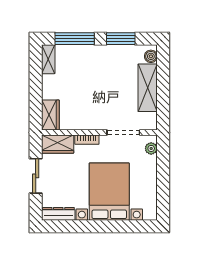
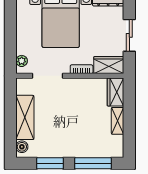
shelving: (48, 59) -> (118, 121), moved

